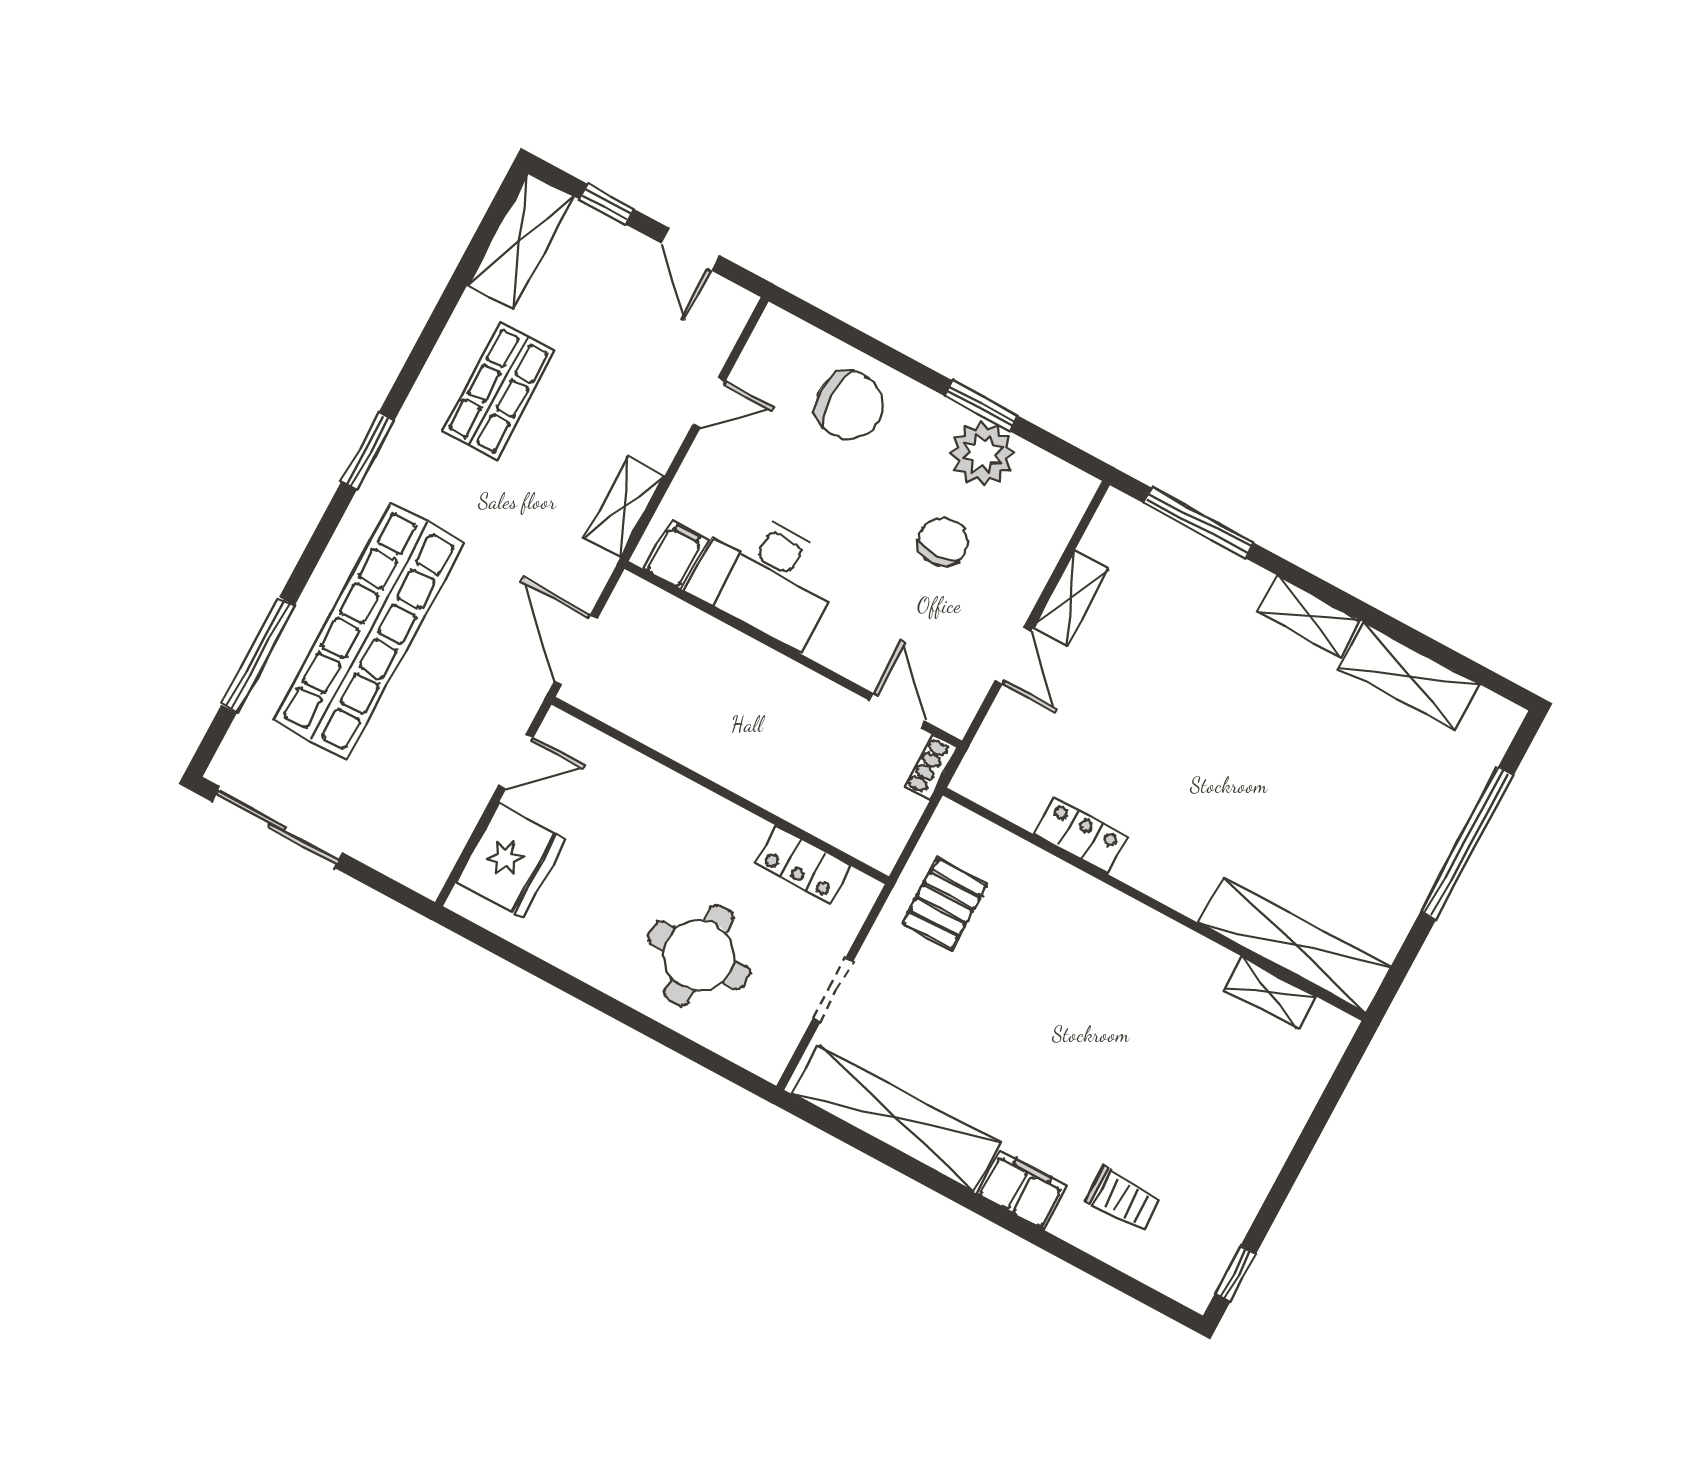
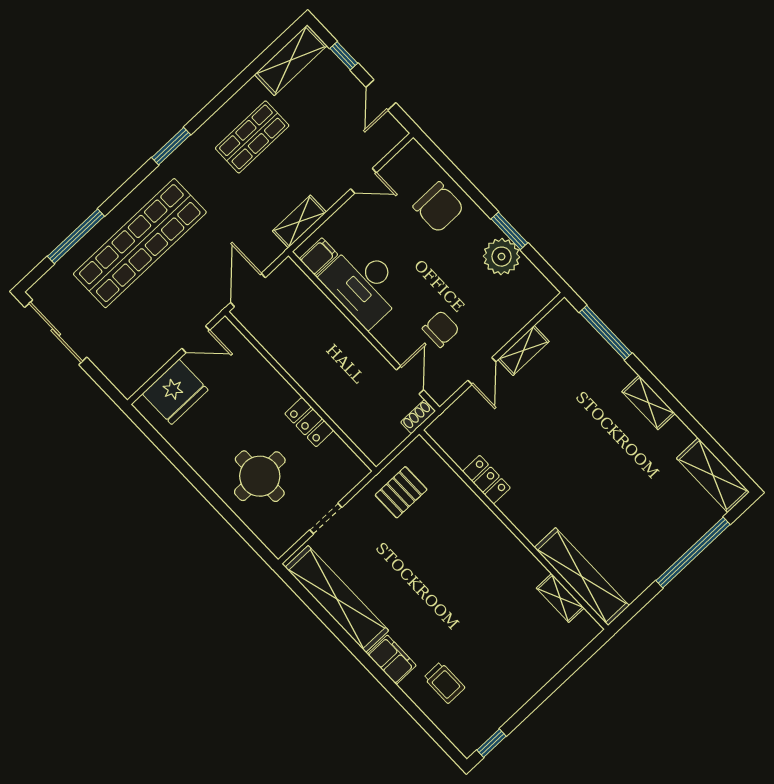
chair: (943, 542) -> (441, 329), moved
shelving: (1409, 676) -> (713, 475), moved
locker: (803, 865) -> (309, 422), moved

